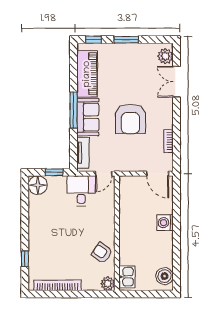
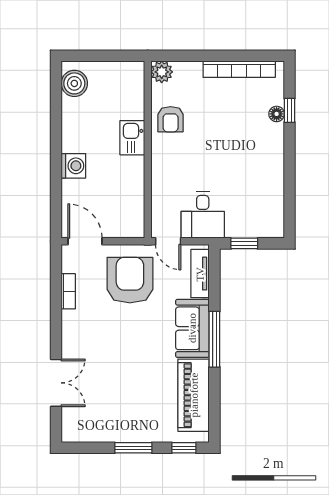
plant: (165, 56) -> (73, 422), removed
armchair: (130, 119) -> (130, 280), moved
door: (104, 174) -> (168, 241), swing flipped
floor lamp: (38, 185) -> (277, 114), moved, width x0.53, depth x0.53
armchair: (102, 253) -> (171, 119), turned 55
kitchen sink: (127, 277) -> (132, 138), moved

